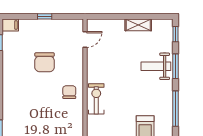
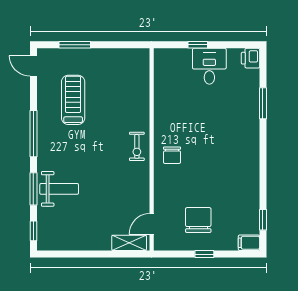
shelving: (138, 25) -> (129, 243), moved
chair: (45, 62) -> (198, 220), moved
exercise bike: (96, 99) -> (137, 146), width x0.73, depth x0.72

